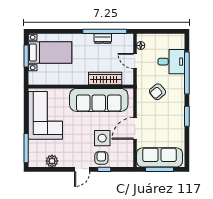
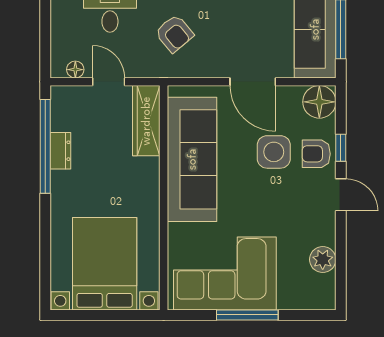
bed with nightstands: (50, 53) -> (105, 264), width x1.36
window: (26, 56) -> (98, 315), removed
door: (135, 61) -> (109, 82), swing flipped
wardrobe: (105, 79) -> (146, 121), moved
window: (26, 148) -> (247, 315), moved
floor lamp: (126, 159) -> (319, 102), added

